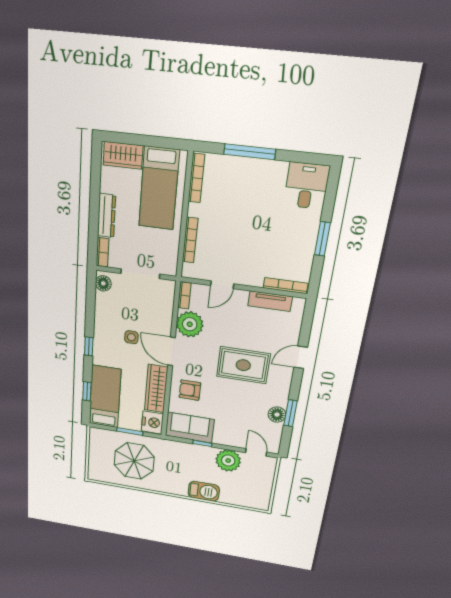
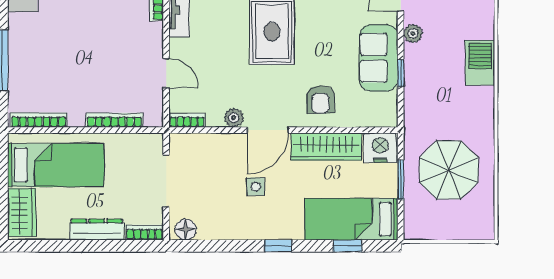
plant: (190, 324) -> (234, 118), width x0.53, depth x0.53
sofa: (190, 428) -> (379, 58), moved
plant: (228, 461) -> (413, 34), width x0.53, depth x0.53

